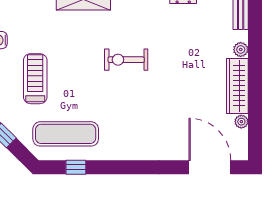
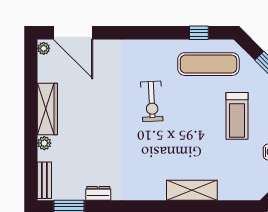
exercise bike: (126, 60) -> (152, 101), moved, turned 87
plant: (241, 122) -> (44, 48), moved

